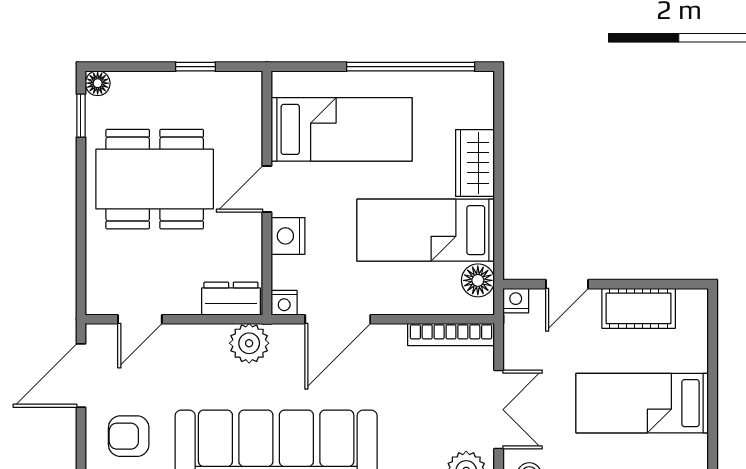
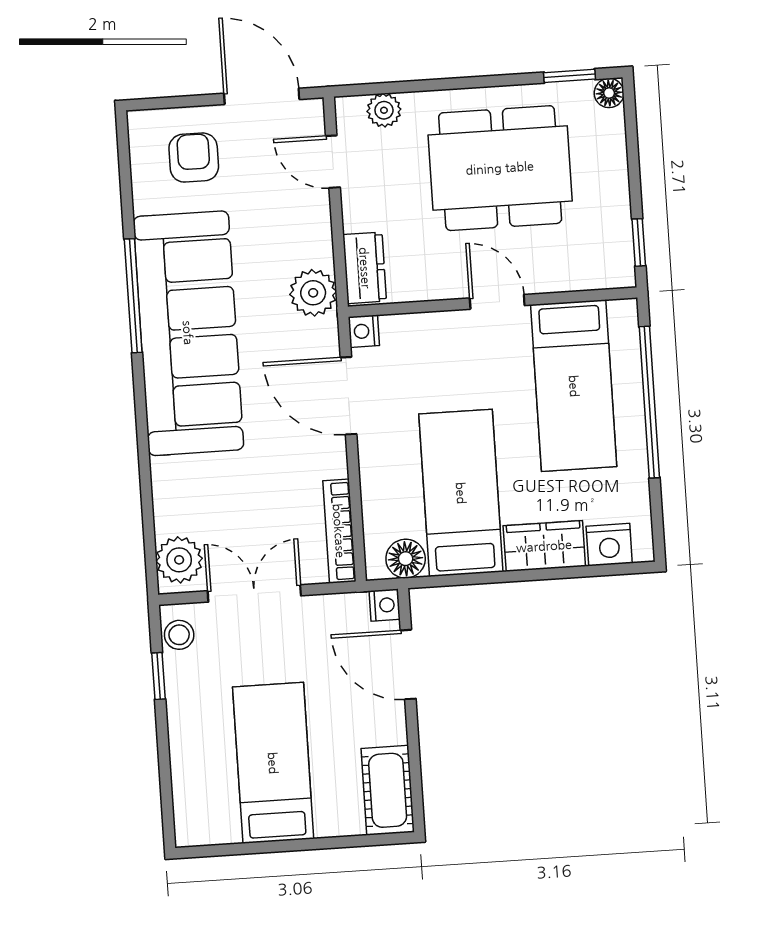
window: (196, 67) -> (639, 242), moved
window: (411, 67) -> (649, 402), moved
dining table: (155, 179) -> (500, 168), turned 90
nightstand: (288, 236) -> (609, 545), moved, turned 180
plant: (100, 273) -> (384, 110), added
door: (567, 284) -> (408, 665), width x1.38
cot: (639, 308) -> (388, 790), moved
double door: (499, 410) -> (254, 593), swing flipped

